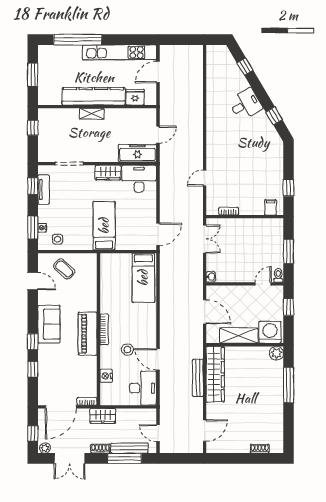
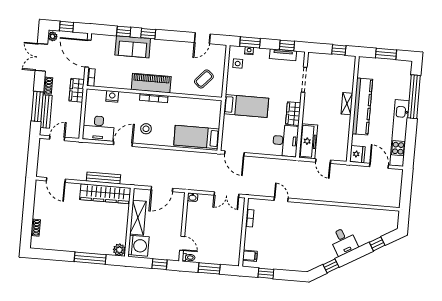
fridge: (135, 97) -> (357, 154), moved
coffee table: (64, 269) -> (204, 79), moved
sofa: (49, 324) -> (133, 47), moved
stool: (127, 349) -> (146, 129), moved

